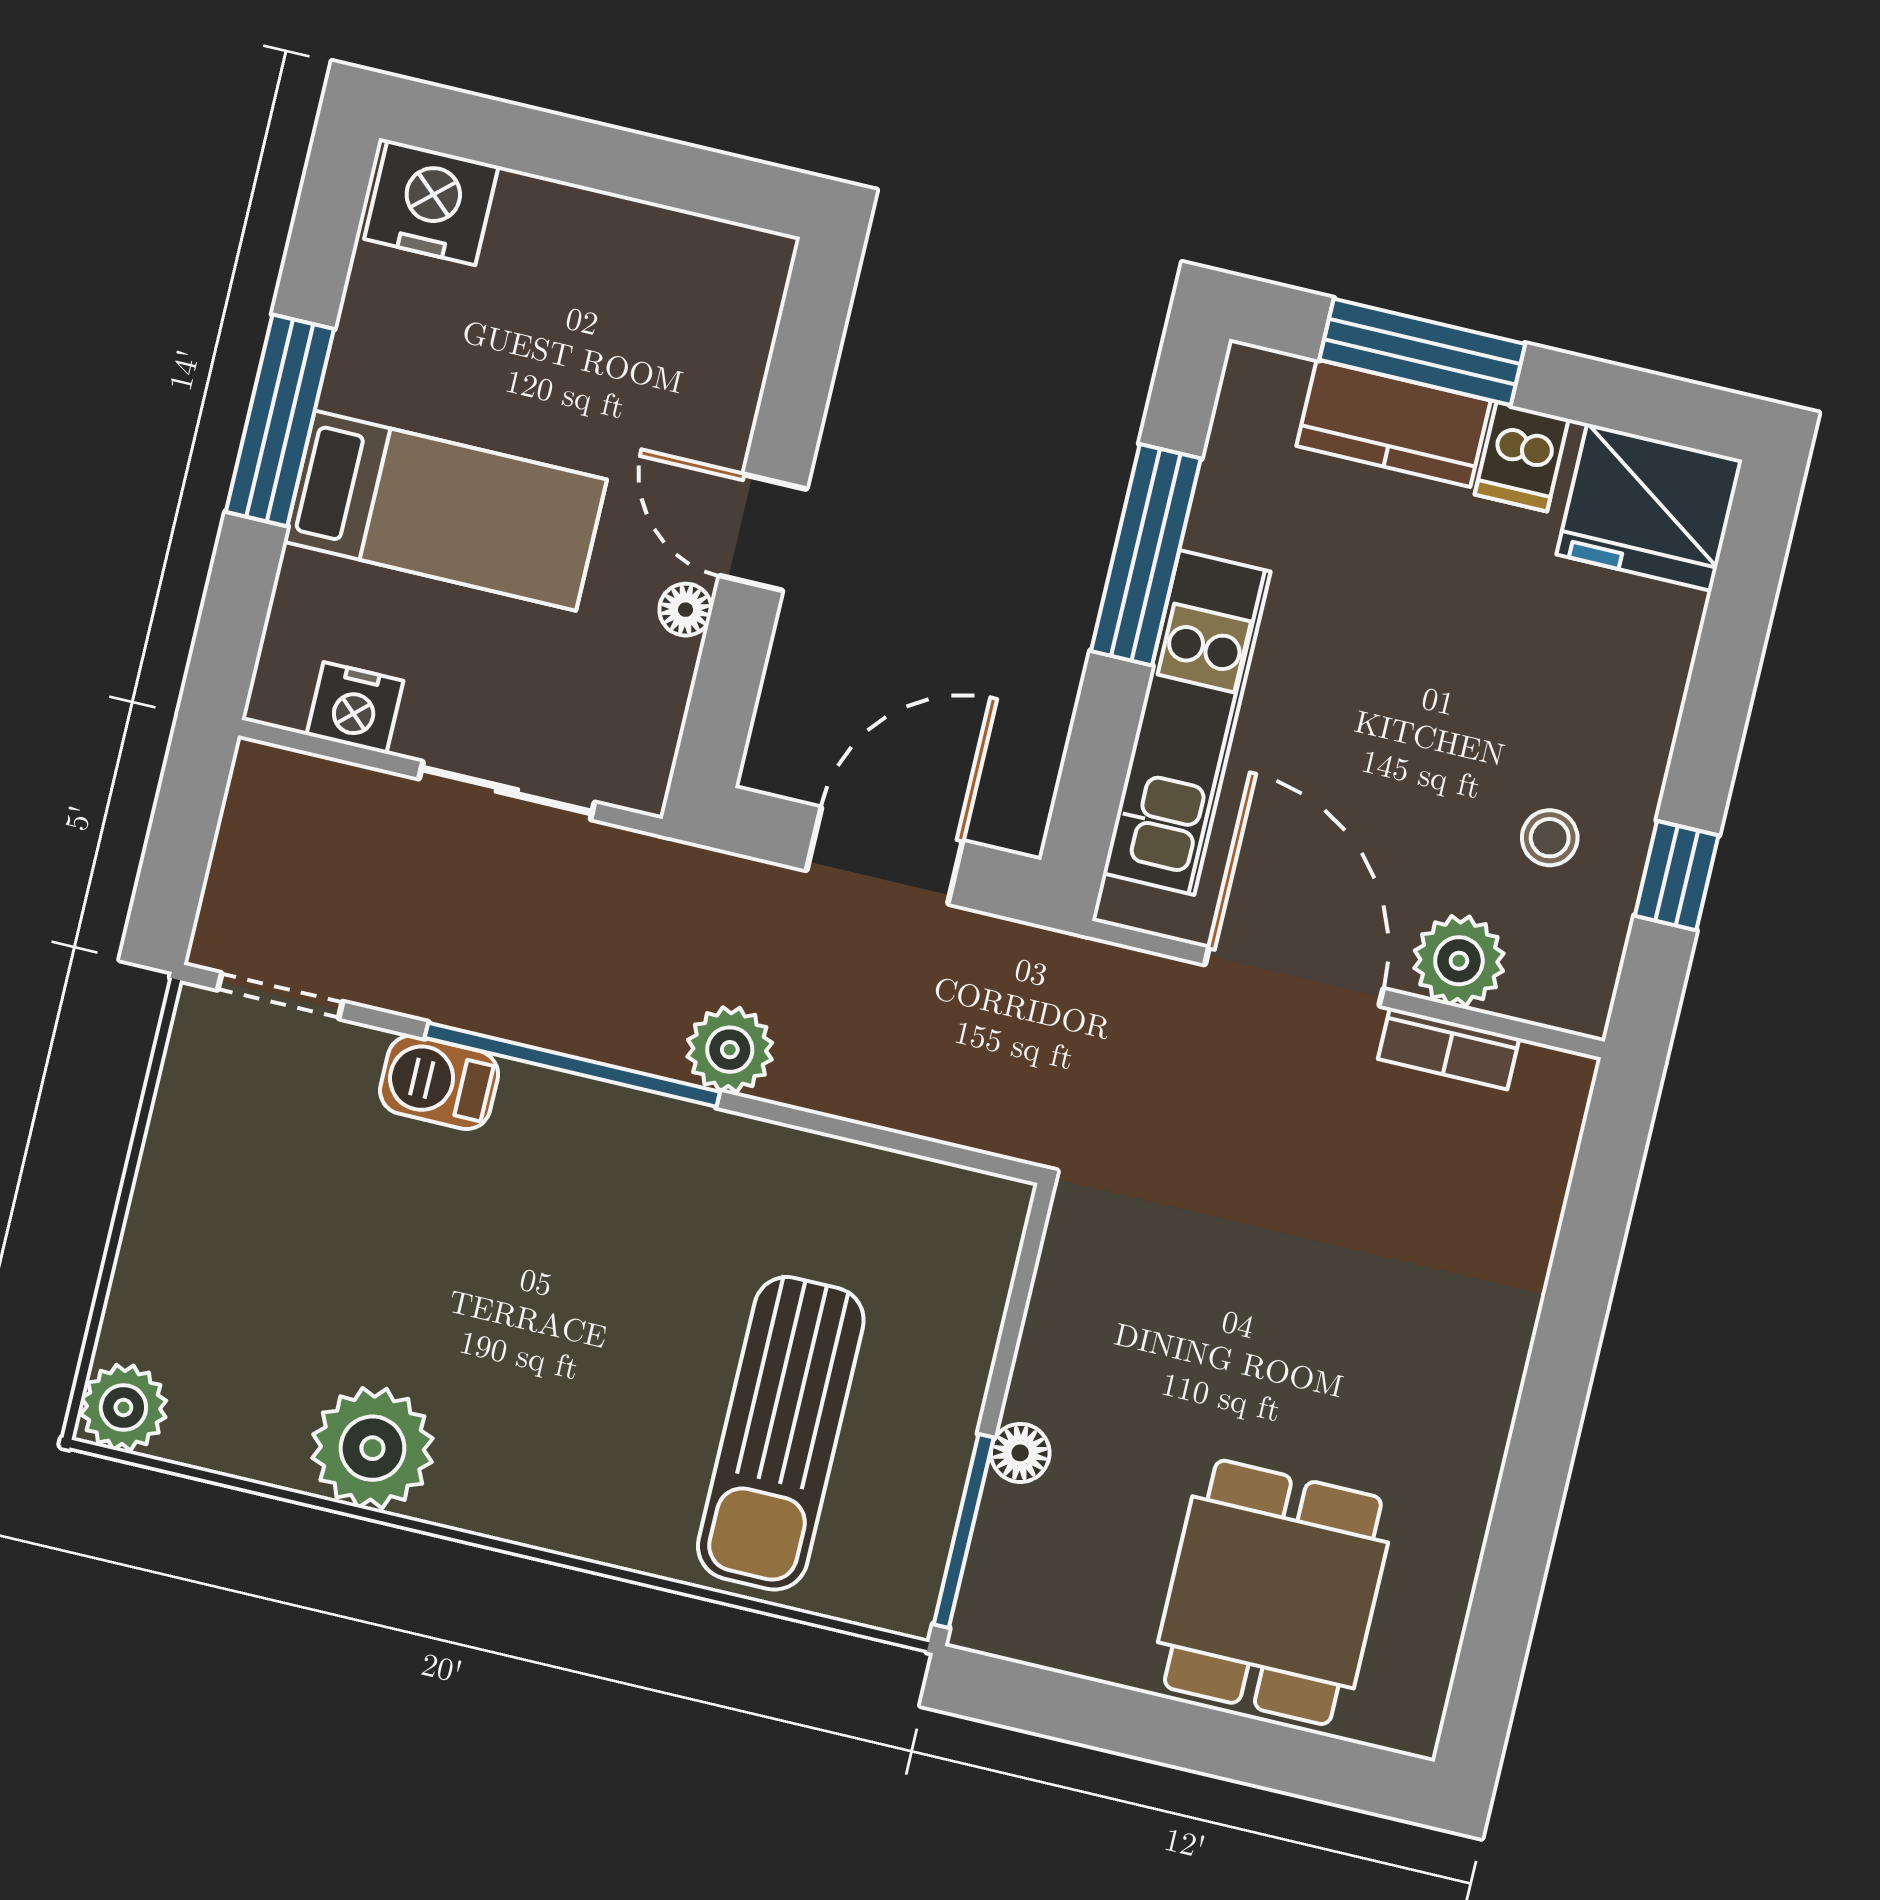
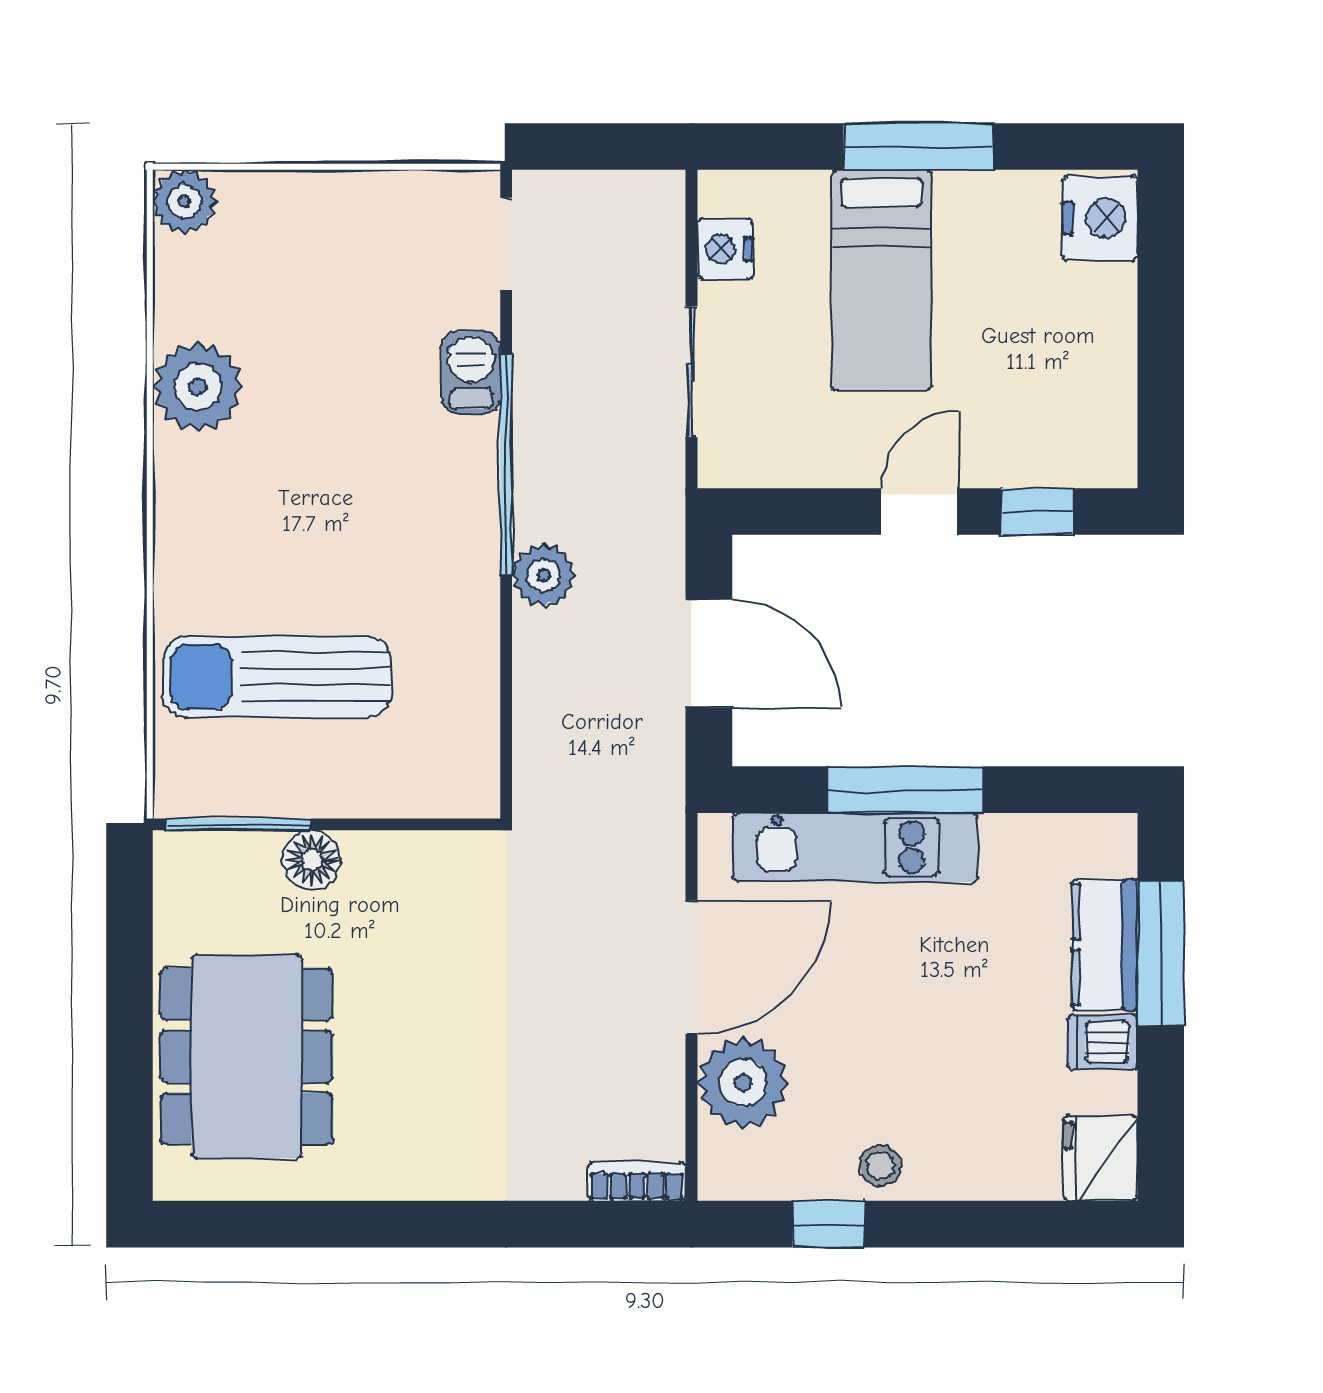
window: (800, 377) -> (1037, 511), added
fridge: (1649, 507) -> (1101, 1158), width x0.73, depth x0.75
window: (1146, 555) -> (905, 790), moved
floor lamp: (686, 610) -> (851, 469), removed
stool: (1550, 838) -> (880, 1165), moved
plant: (1459, 961) -> (743, 1083), width x1.36, depth x1.36
bookcase: (1449, 1049) -> (637, 1181), moved, turned 90
floor lamp: (1020, 1453) -> (312, 860), width x1.37, depth x1.37
dining table: (1273, 1592) -> (247, 1056), width x1.37

